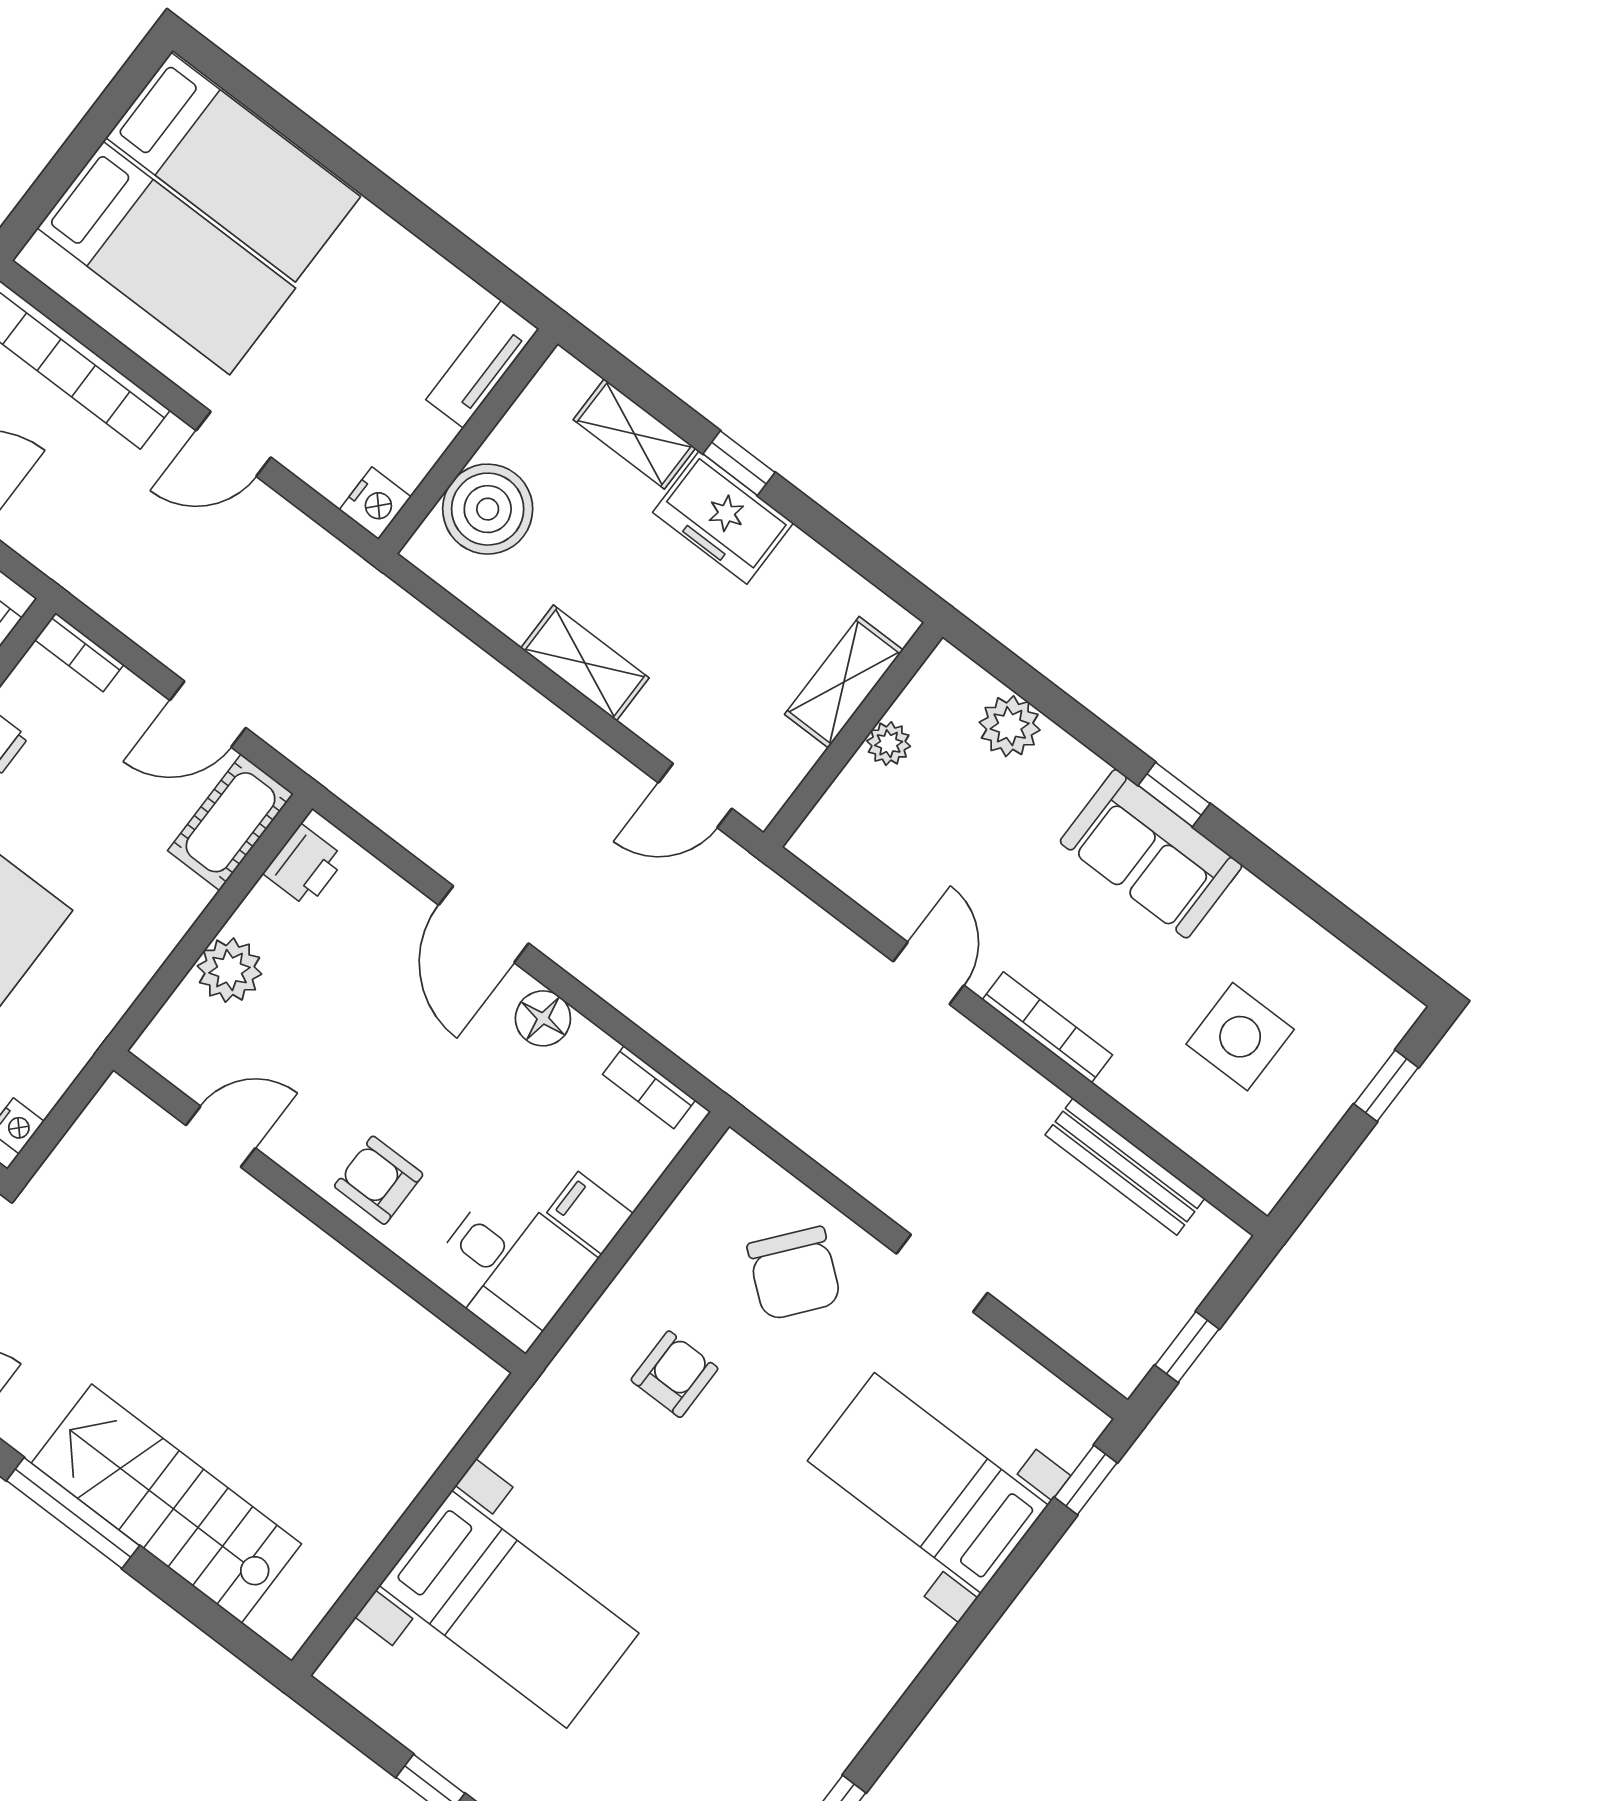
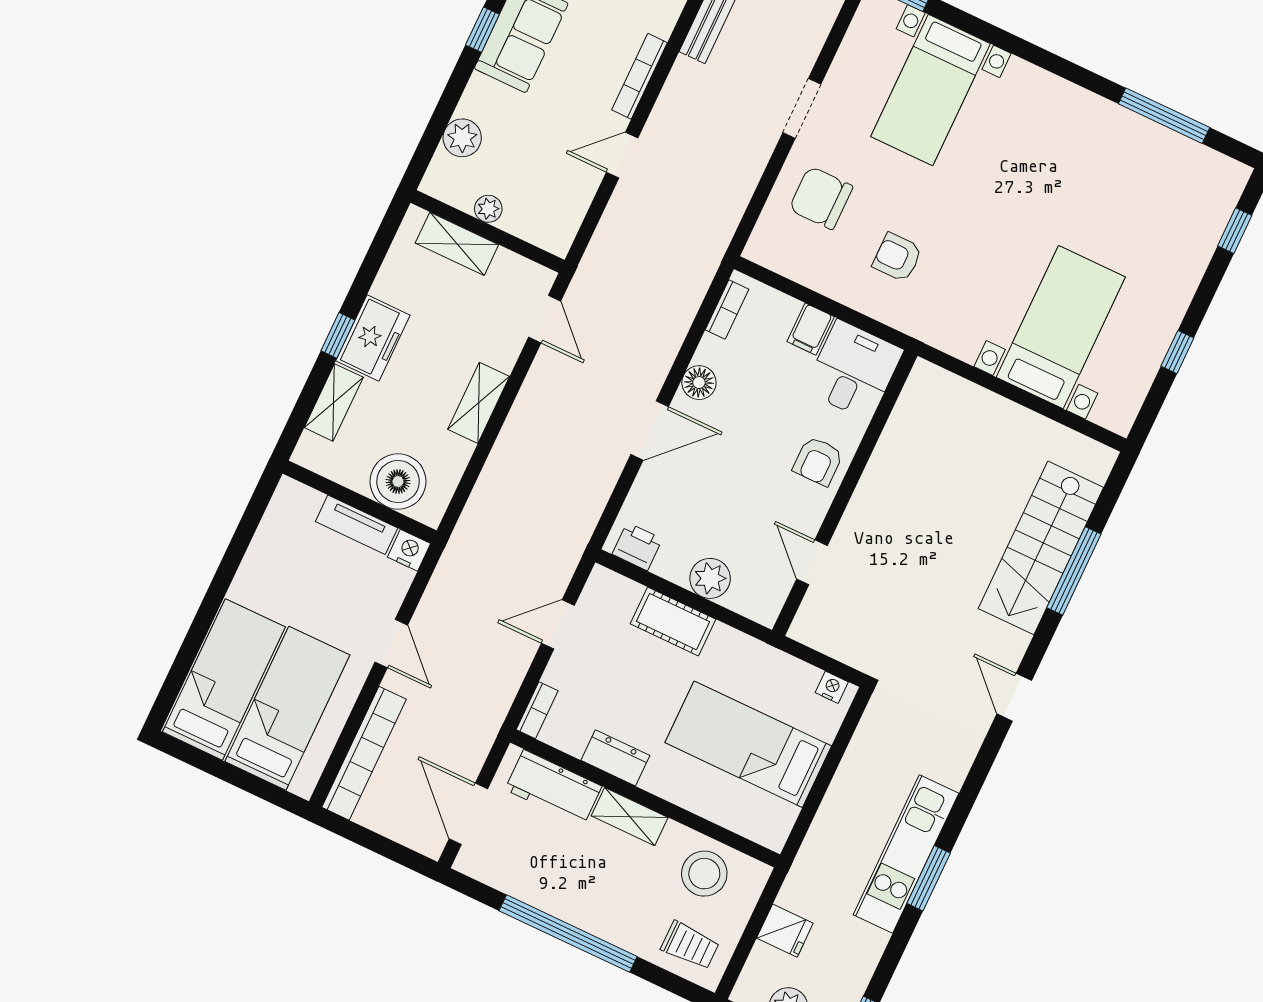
tv unit: (482, 364) -> (357, 525), moved
door: (208, 714) -> (558, 624), swing flipped
cot: (231, 822) -> (673, 622), moved
chair: (794, 1273) -> (821, 198), turned -129
window: (73, 1513) -> (1074, 571), moved

